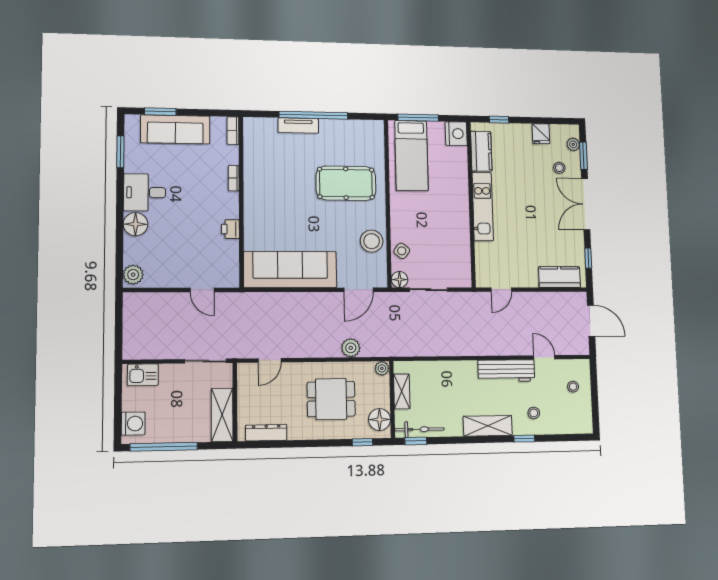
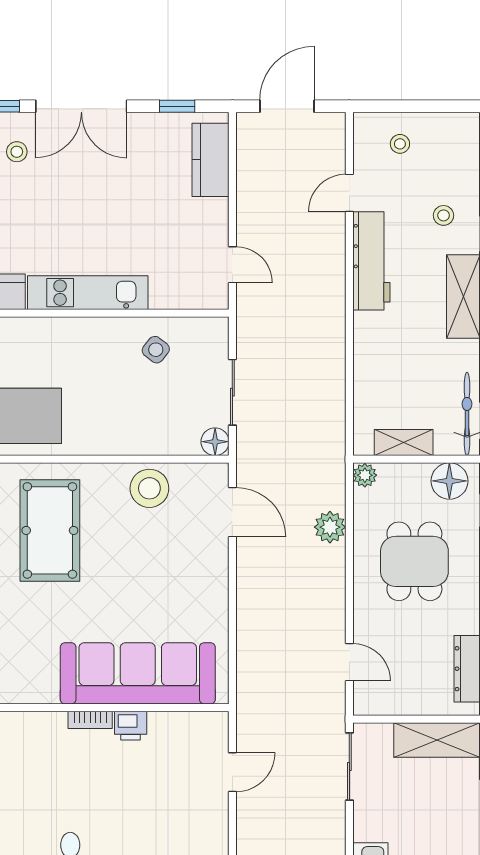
bookcase: (234, 178) -> (90, 720), moved
side table: (402, 251) -> (156, 350), moved
sofa: (290, 270) -> (138, 673), moved, turned 90

